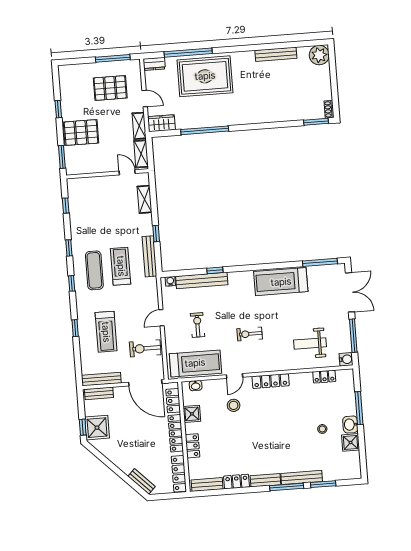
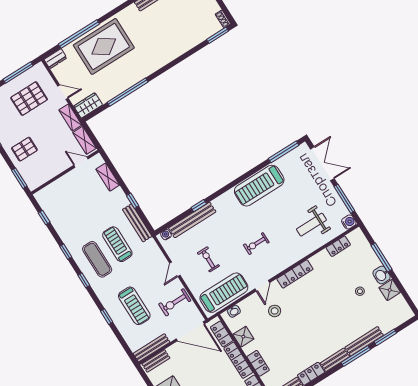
pallet: (81, 133) -> (24, 149), width x0.67, depth x0.71

